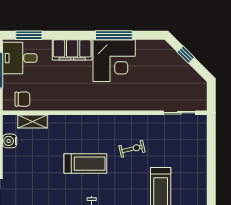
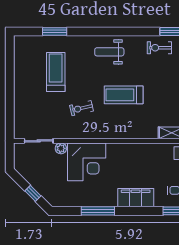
corner desk: (114, 61) -> (87, 162), moved, turned 180
plant: (155, 104) -> (61, 148), added

